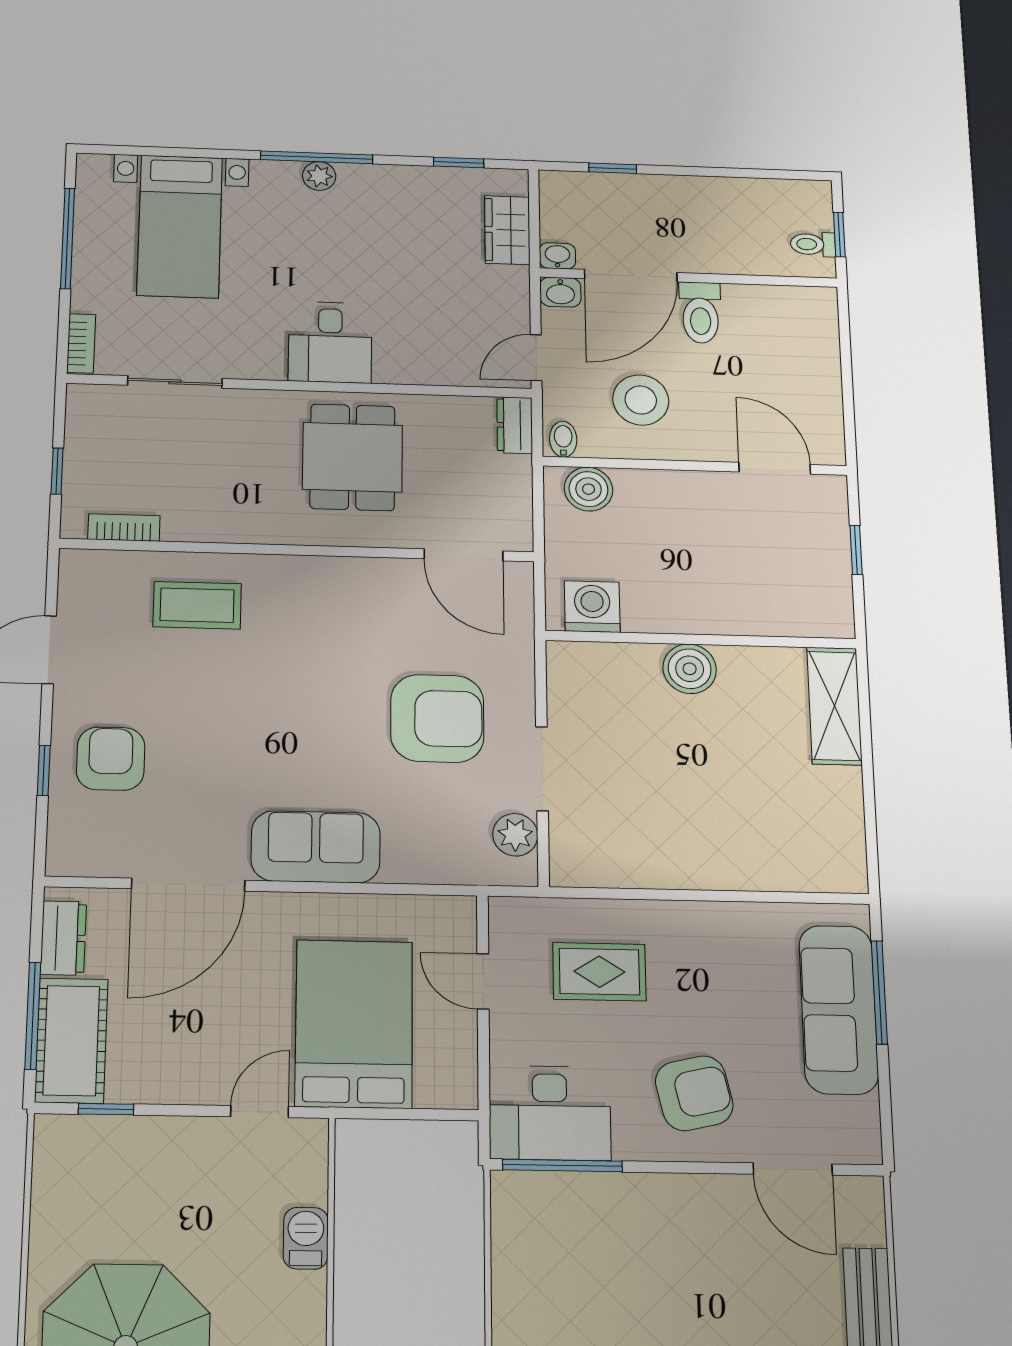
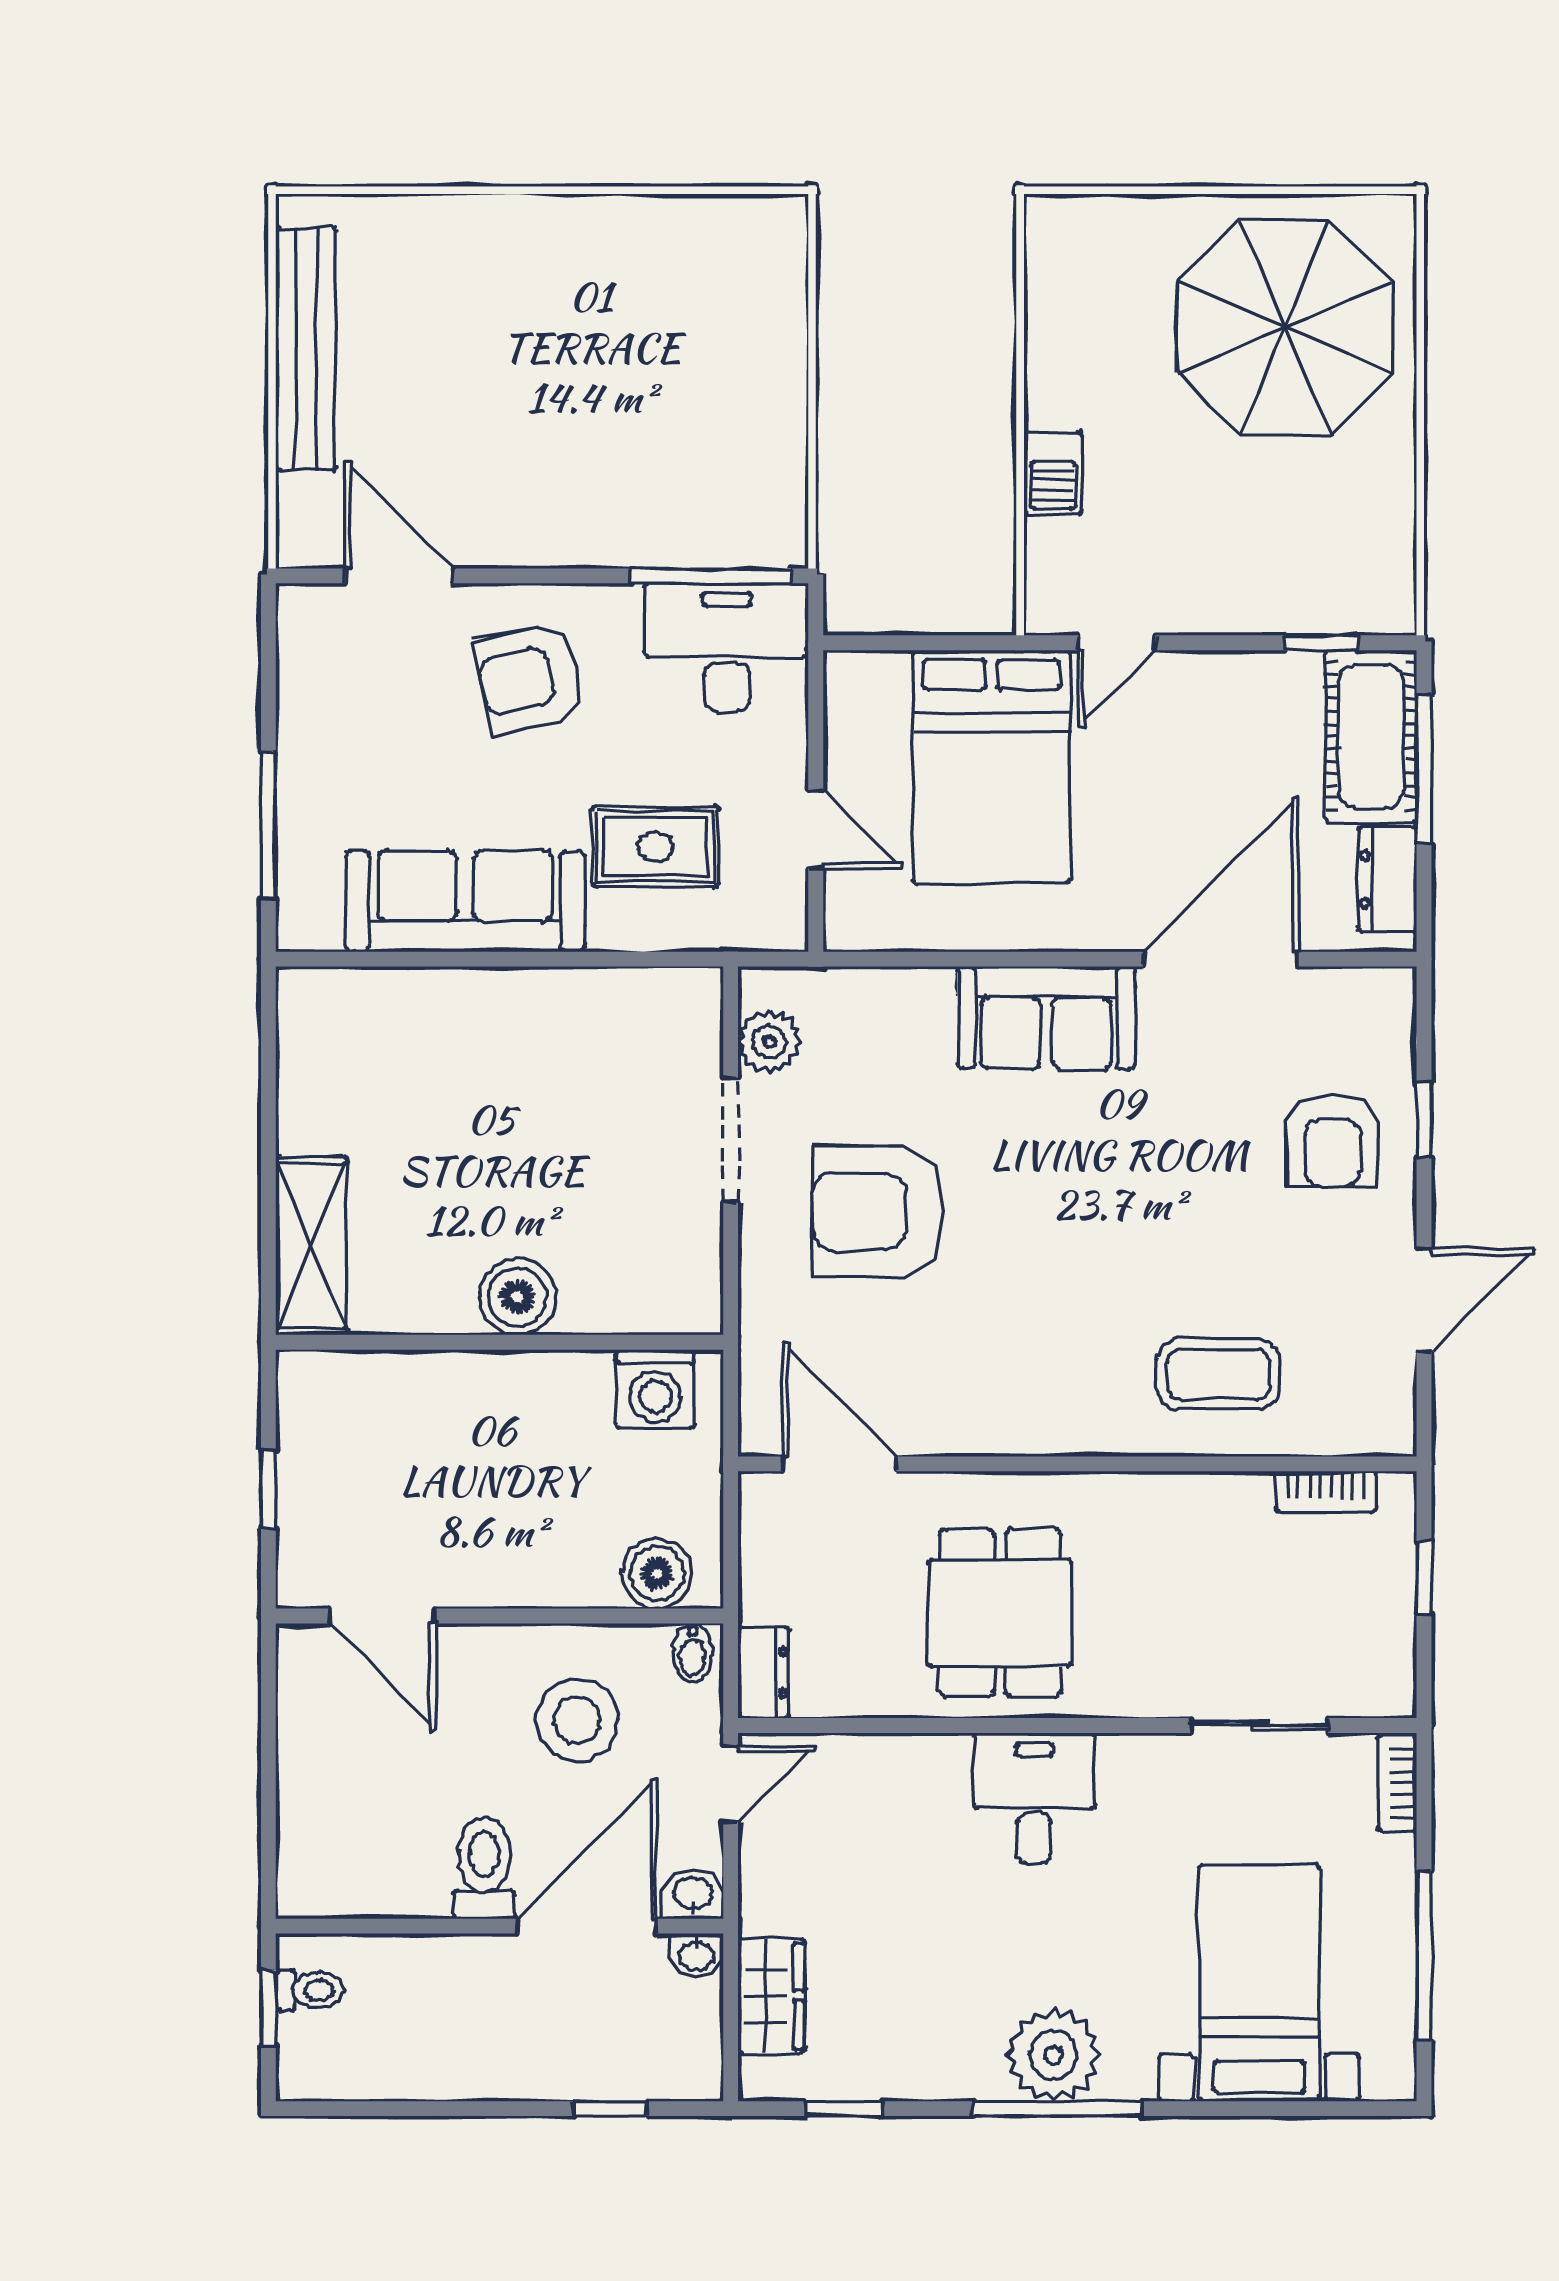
plant: (319, 176) -> (1053, 2055), width x1.88, depth x1.88
sofa: (839, 1009) -> (465, 901), moved, turned -90

